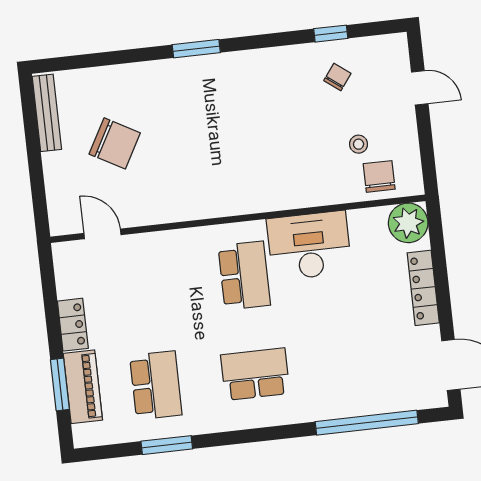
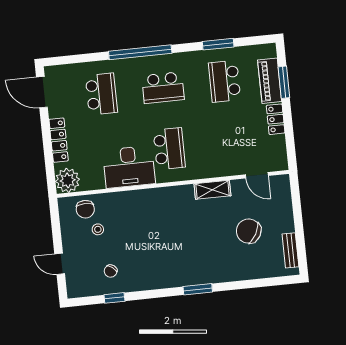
bench: (47, 113) -> (290, 250), width x0.73
shelving: (174, 210) -> (212, 190), added
school desk: (244, 276) -> (169, 149), turned 180
school desk: (355, 363) -> (101, 94), added
window: (367, 423) -> (140, 52), moved

